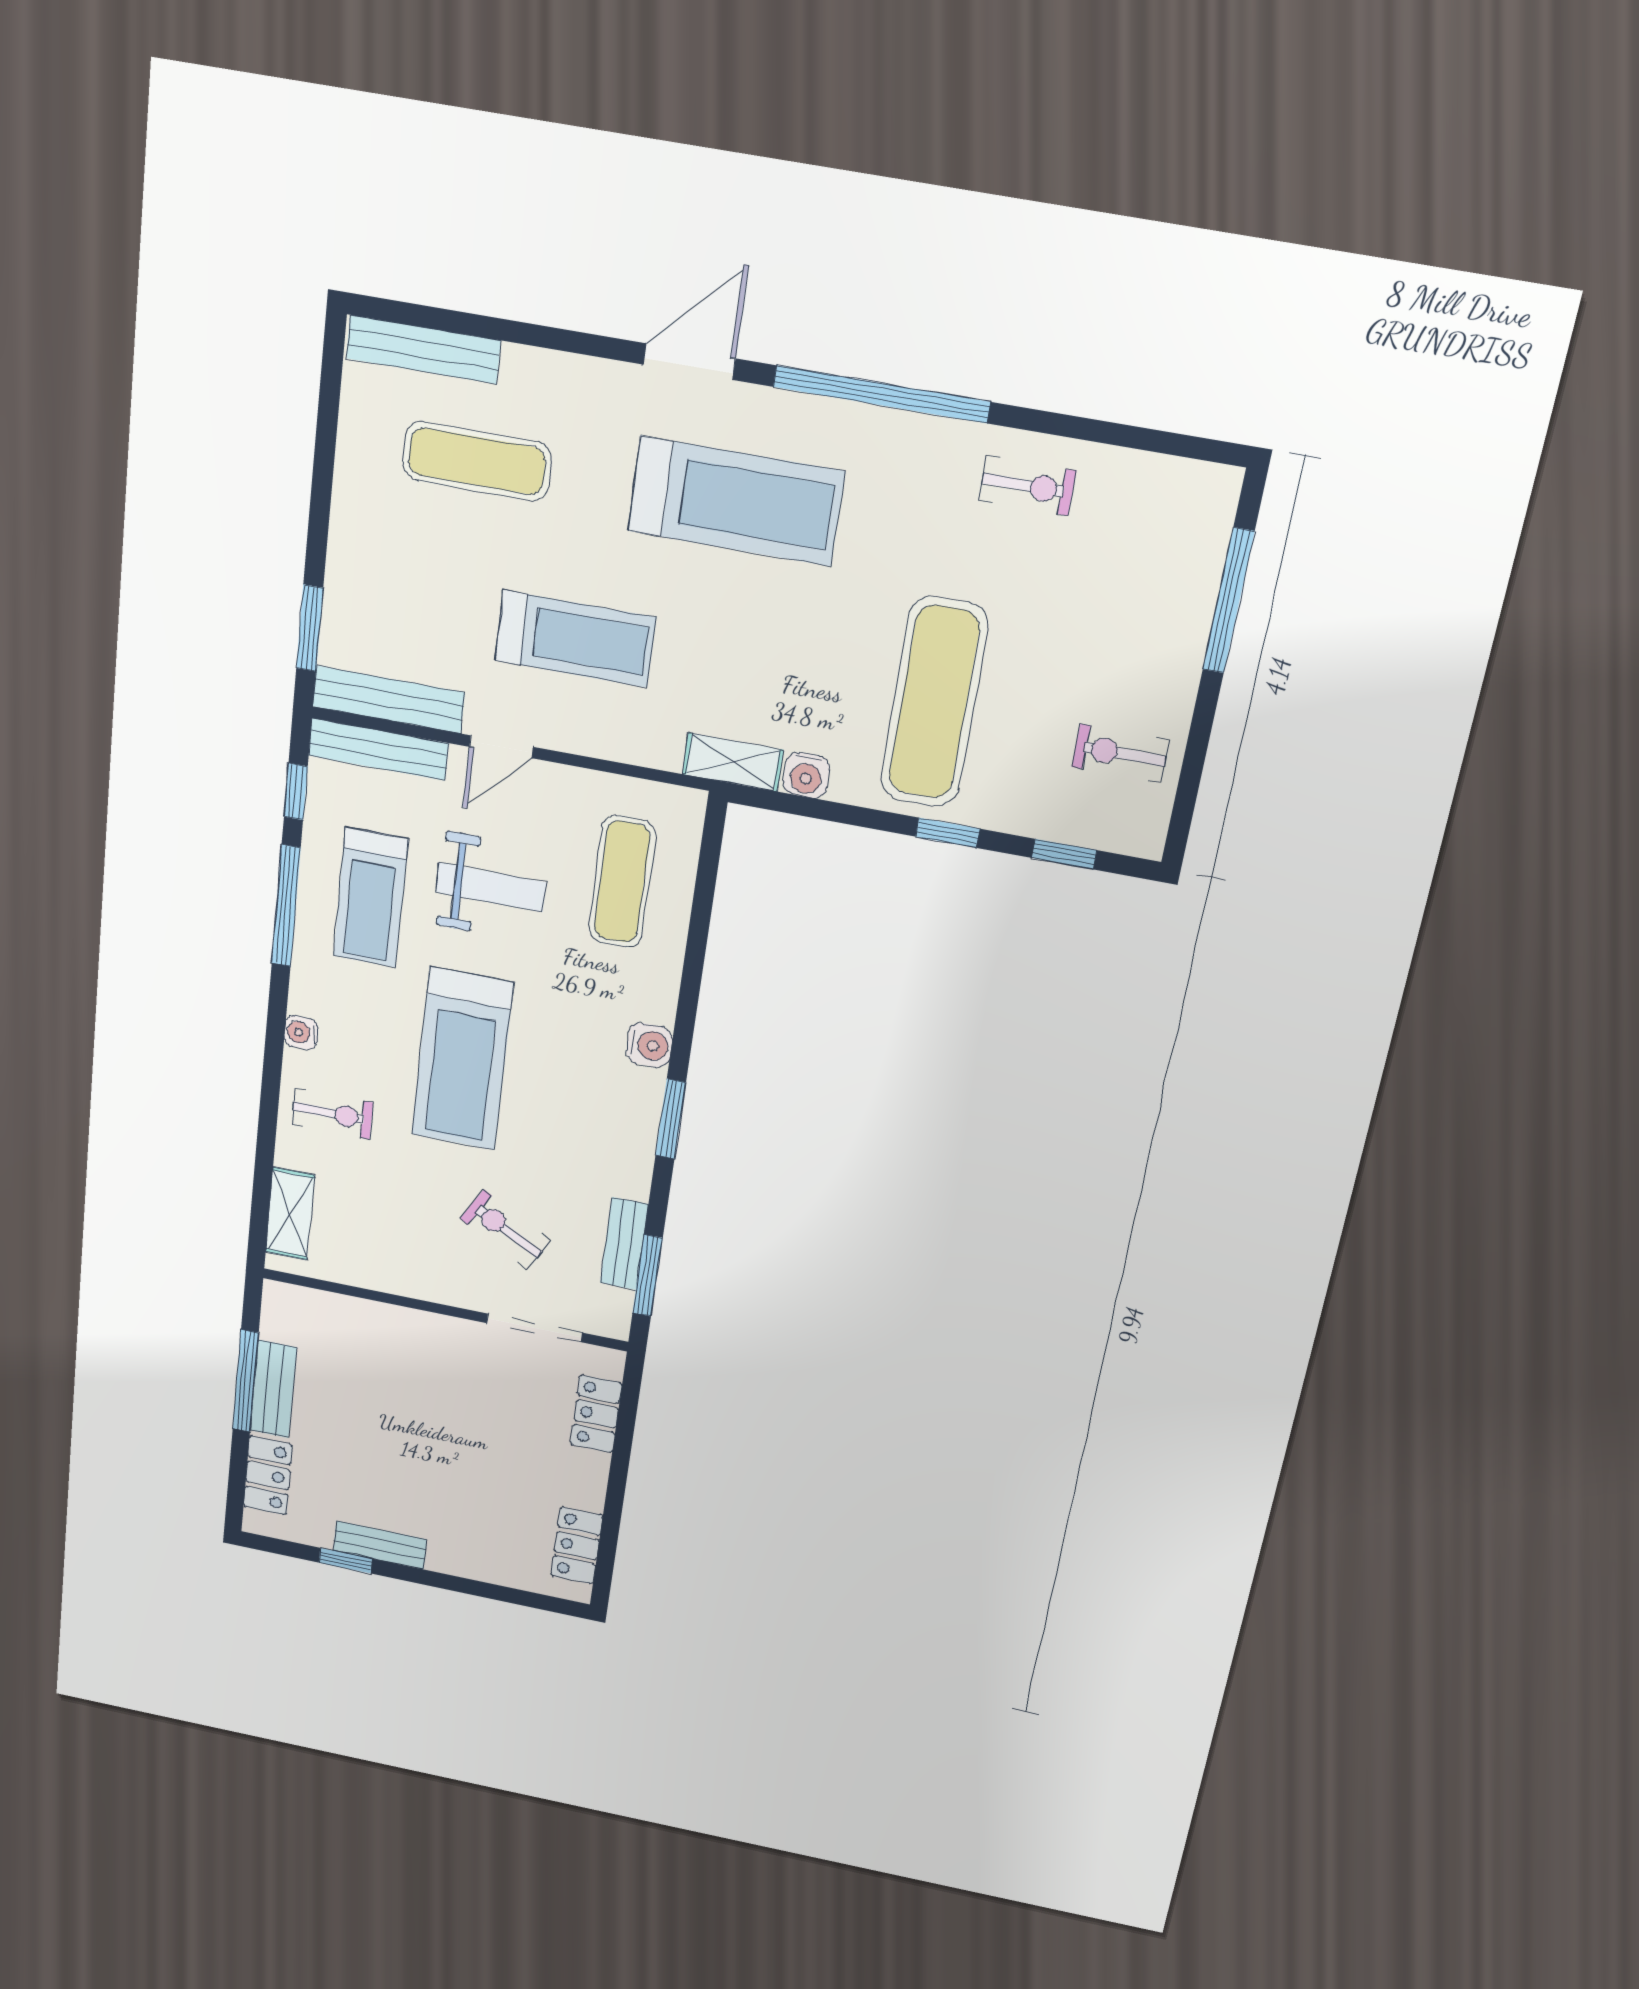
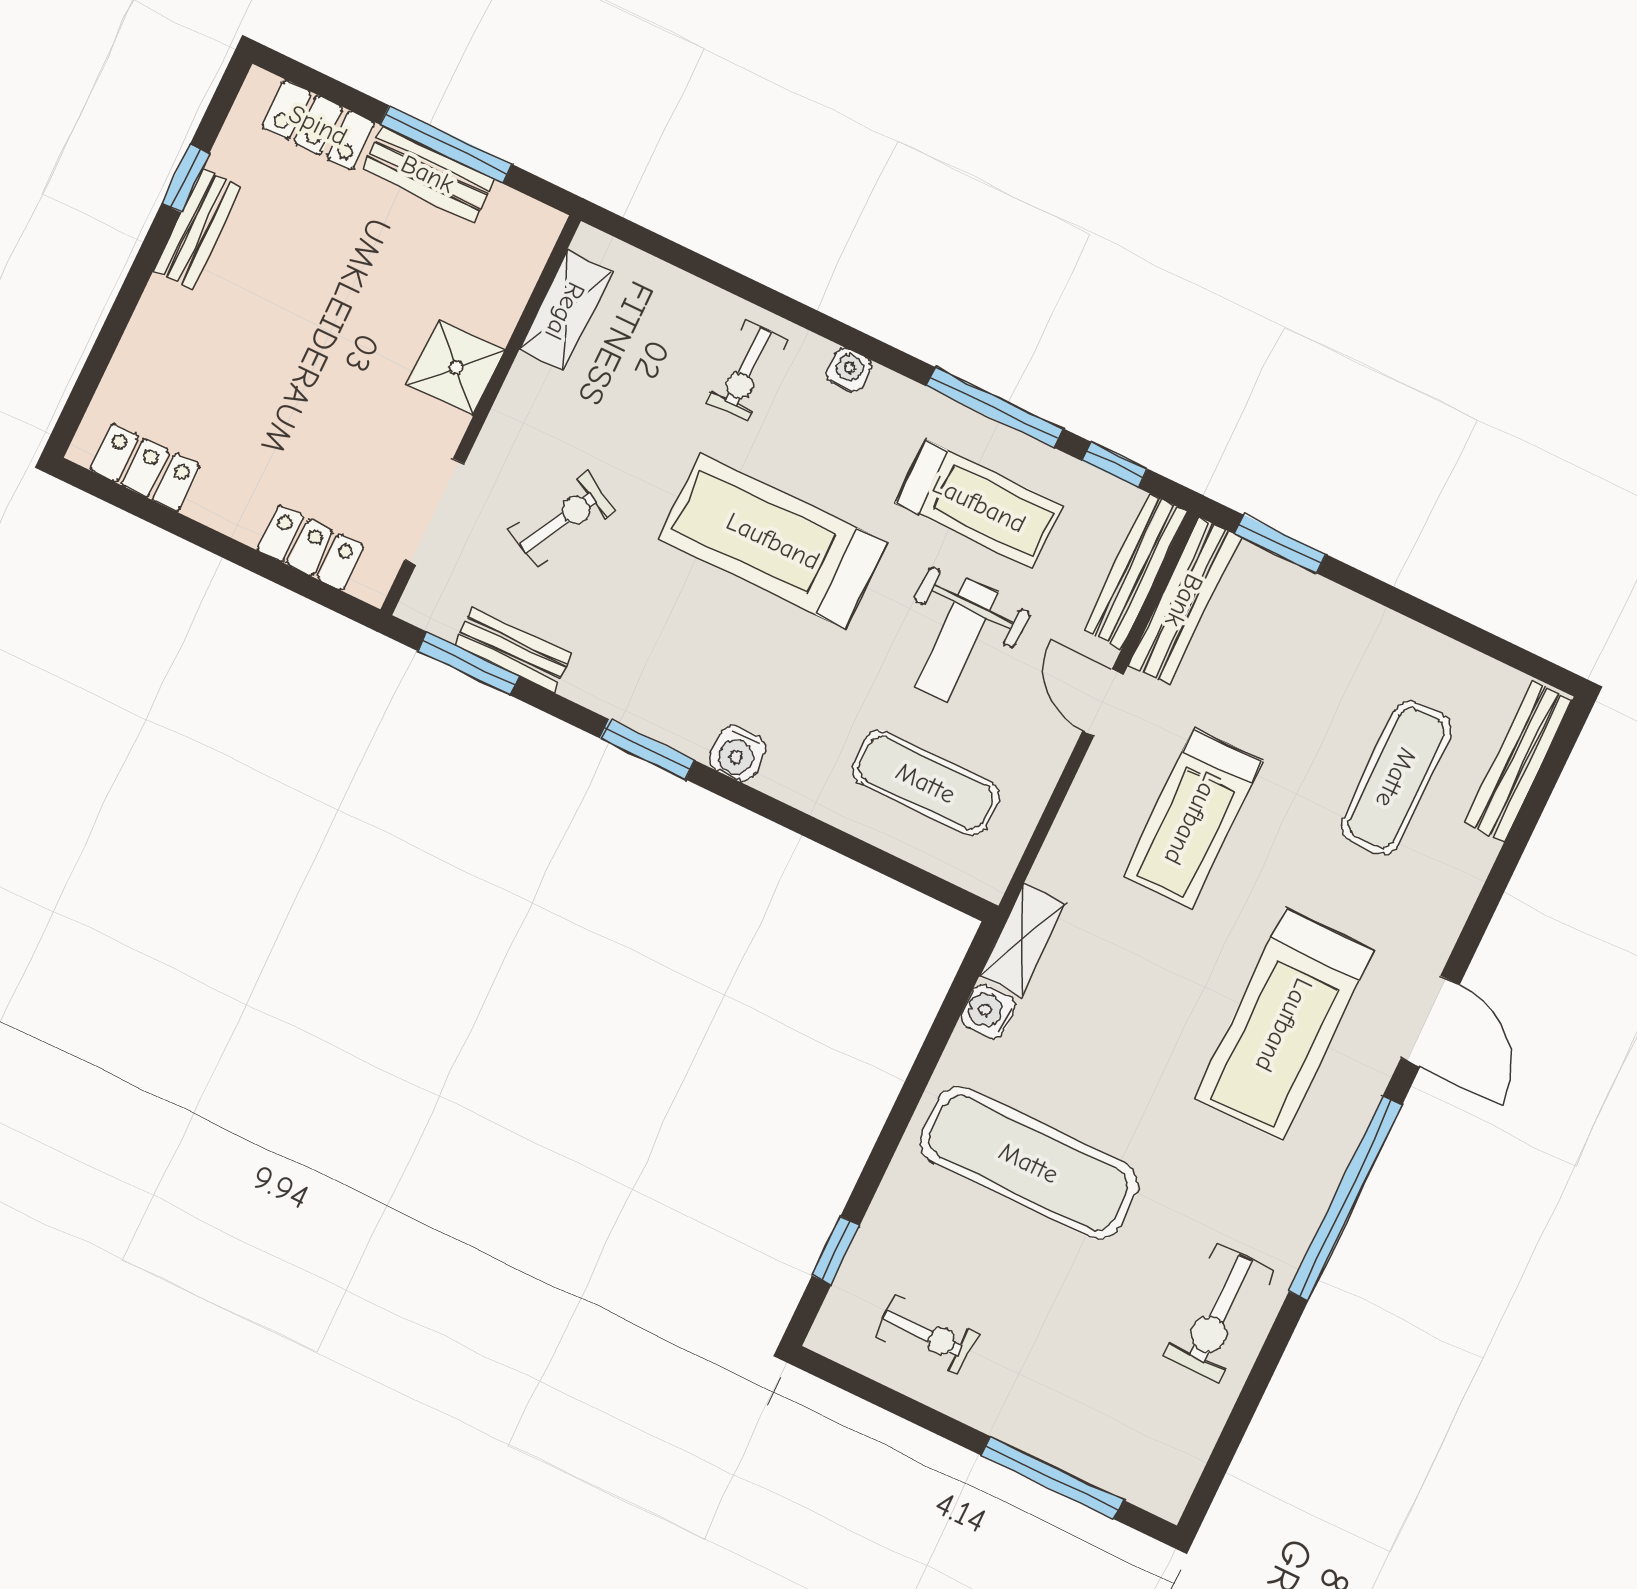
exercise bike: (1027, 486) -> (1218, 1314), width x1.38, depth x1.39
exercise bike: (1120, 753) -> (926, 1334), turned 90
window: (948, 833) -> (890, 1138), removed
treadmill: (371, 898) -> (979, 504), turned 180
shelving: (290, 1214) -> (565, 311), moved, turned 90
shower: (414, 1336) -> (456, 367), added

